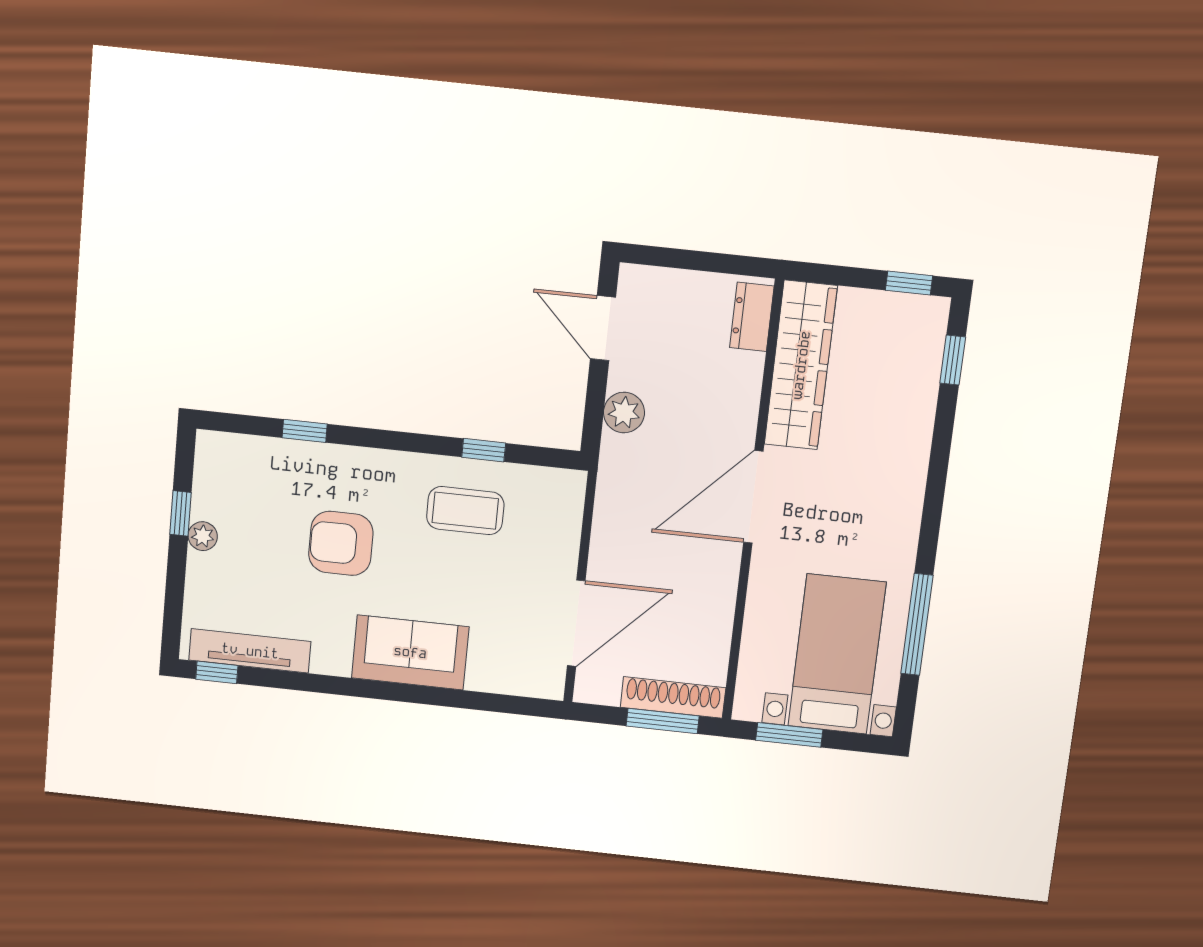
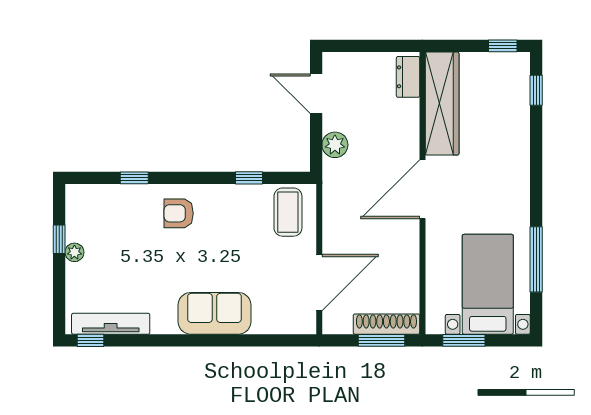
coffee table: (465, 511) -> (288, 212), moved, turned 90
armchair: (341, 543) -> (179, 213), moved, width x0.72, depth x0.72

